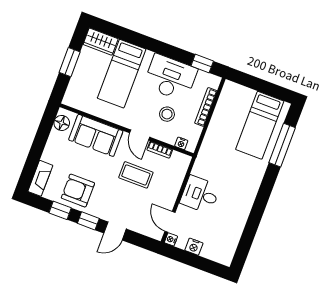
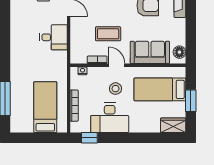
bed: (122, 74) -> (160, 89), moved, turned -90
stool: (167, 114) -> (116, 89), moved
bed: (260, 125) -> (45, 107), moved

